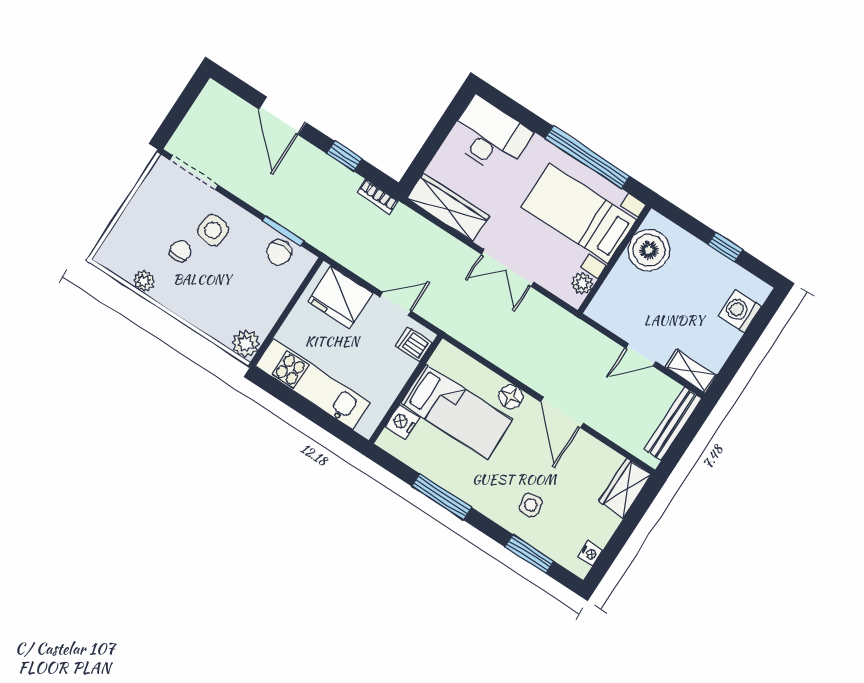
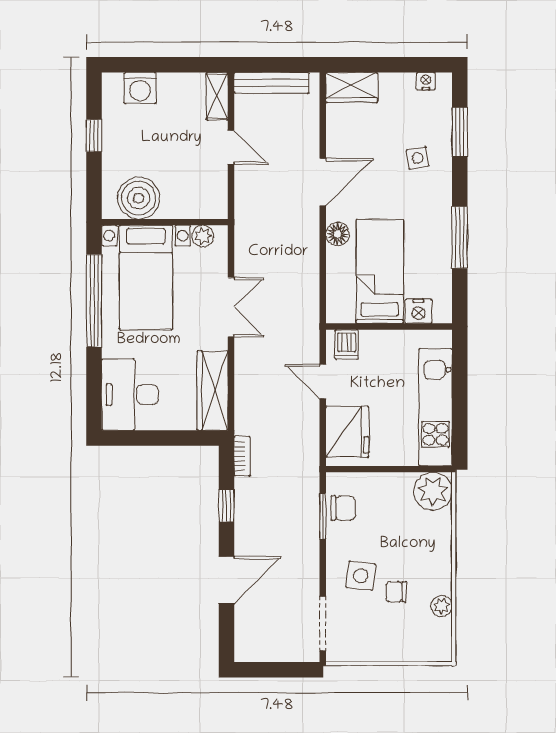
plant: (246, 343) -> (433, 491), width x1.36, depth x1.36

